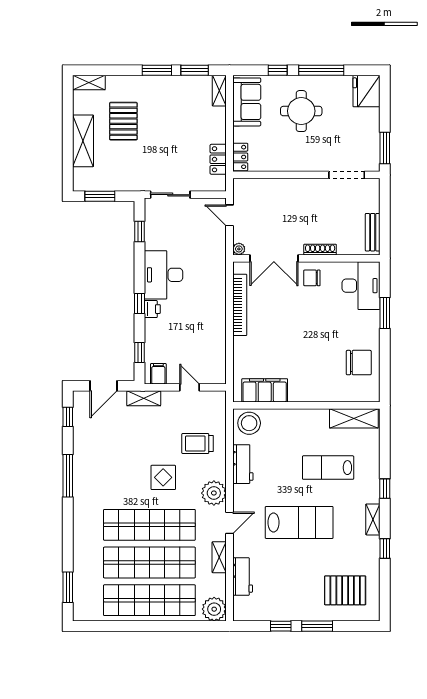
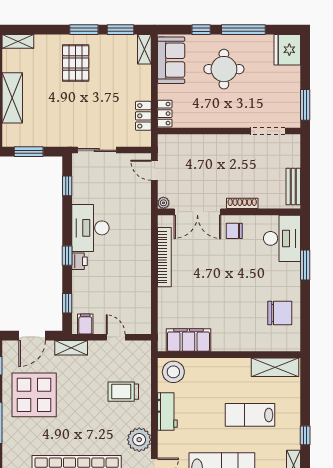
pallet: (123, 121) -> (76, 63), moved
display table: (163, 477) -> (34, 395), moved, width x1.86, depth x1.86

